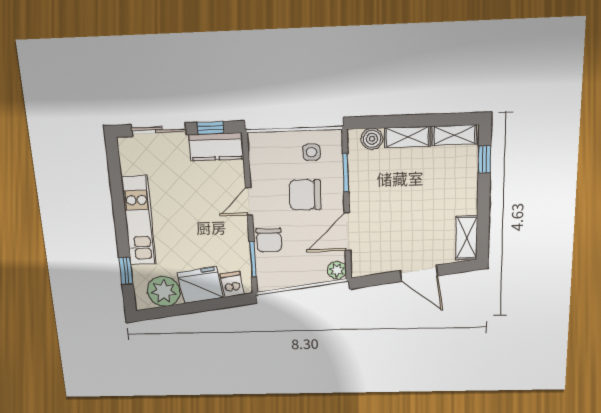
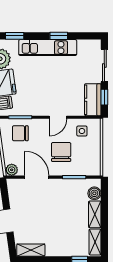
side table: (311, 152) -> (82, 131), moved
door: (249, 201) -> (58, 117), swing flipped
window: (118, 204) -> (59, 36), added
chair: (269, 240) -> (20, 133), moved

